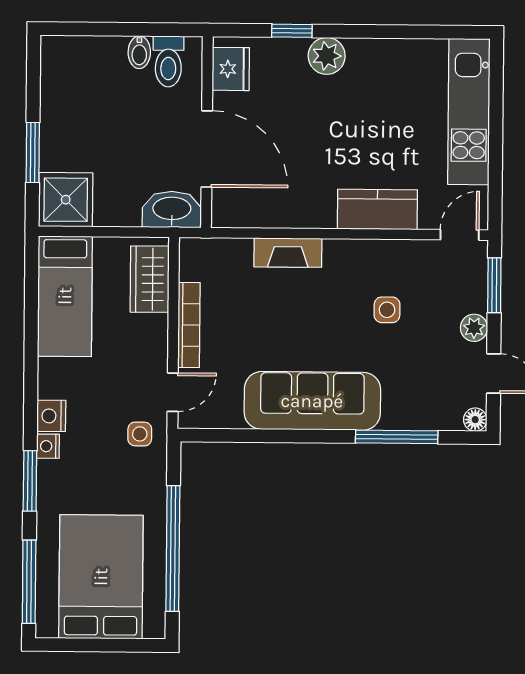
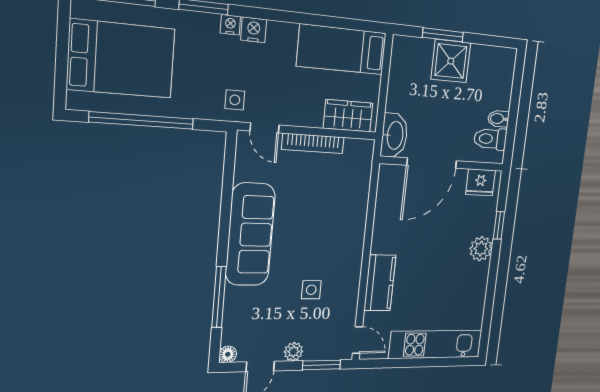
shower: (66, 200) -> (451, 61), moved
fireplace: (288, 253) -> (357, 219), removed

